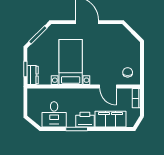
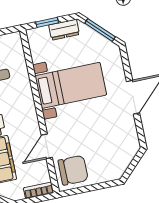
chair: (128, 72) -> (73, 170), width x1.87, depth x1.87
dresser: (33, 75) -> (64, 30), moved

